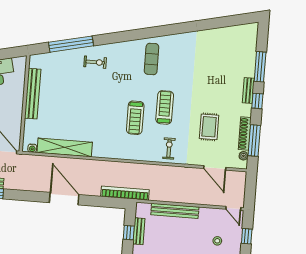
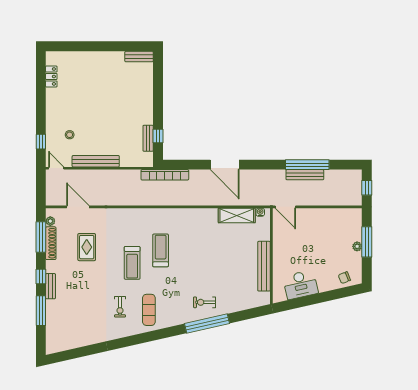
window: (71, 44) -> (207, 323), moved
shelving: (65, 147) -> (237, 215), width x0.68
exercise bike: (169, 149) -> (120, 307), moved
bench: (175, 211) -> (96, 161), moved

